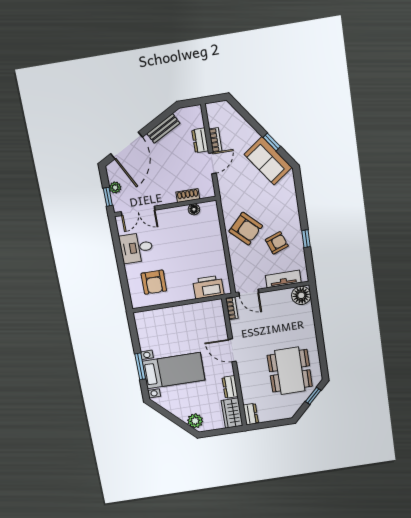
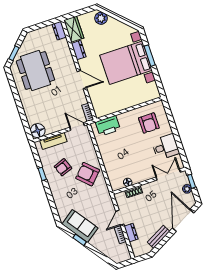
armchair: (154, 282) -> (149, 123), turned 180
bed with nightstands: (174, 371) -> (126, 63), width x1.36

